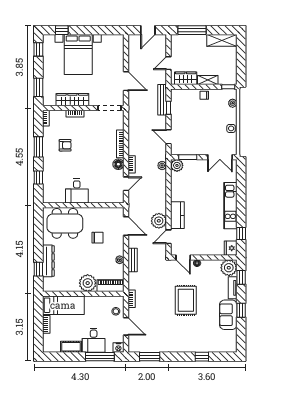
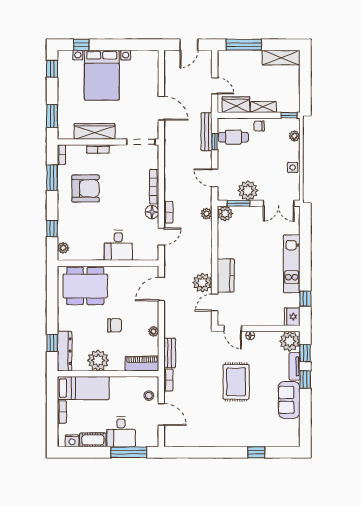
door: (169, 63) -> (215, 86), swing flipped
cafe table: (184, 104) -> (233, 137), added
armchair: (65, 145) -> (86, 188), width x1.88, depth x1.88
window: (38, 147) -> (52, 178), moved
plant: (195, 147) -> (248, 191), added
desk: (77, 191) -> (118, 245), moved
plant: (47, 193) -> (63, 248), added
door: (126, 226) -> (161, 289), swing flipped
chair: (97, 238) -> (115, 325), moved
bench: (133, 260) -> (170, 353), moved
dresser: (48, 261) -> (65, 351), moved
plant: (88, 283) -> (98, 360), moved
window: (241, 310) -> (305, 380), moved
nightstand: (118, 348) -> (72, 441), moved
window: (150, 357) -> (191, 452), removed

